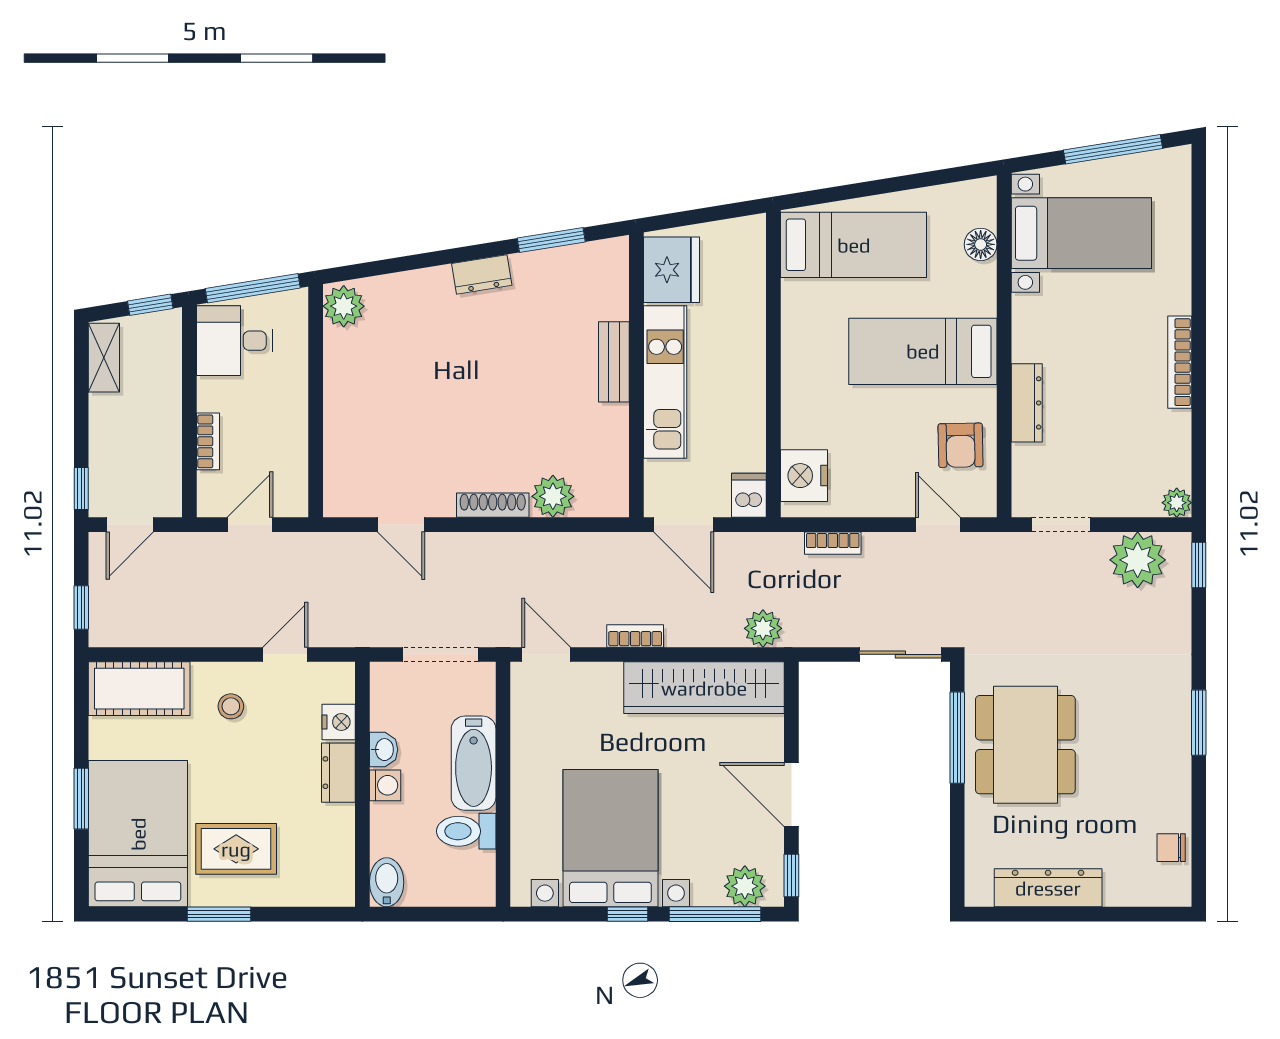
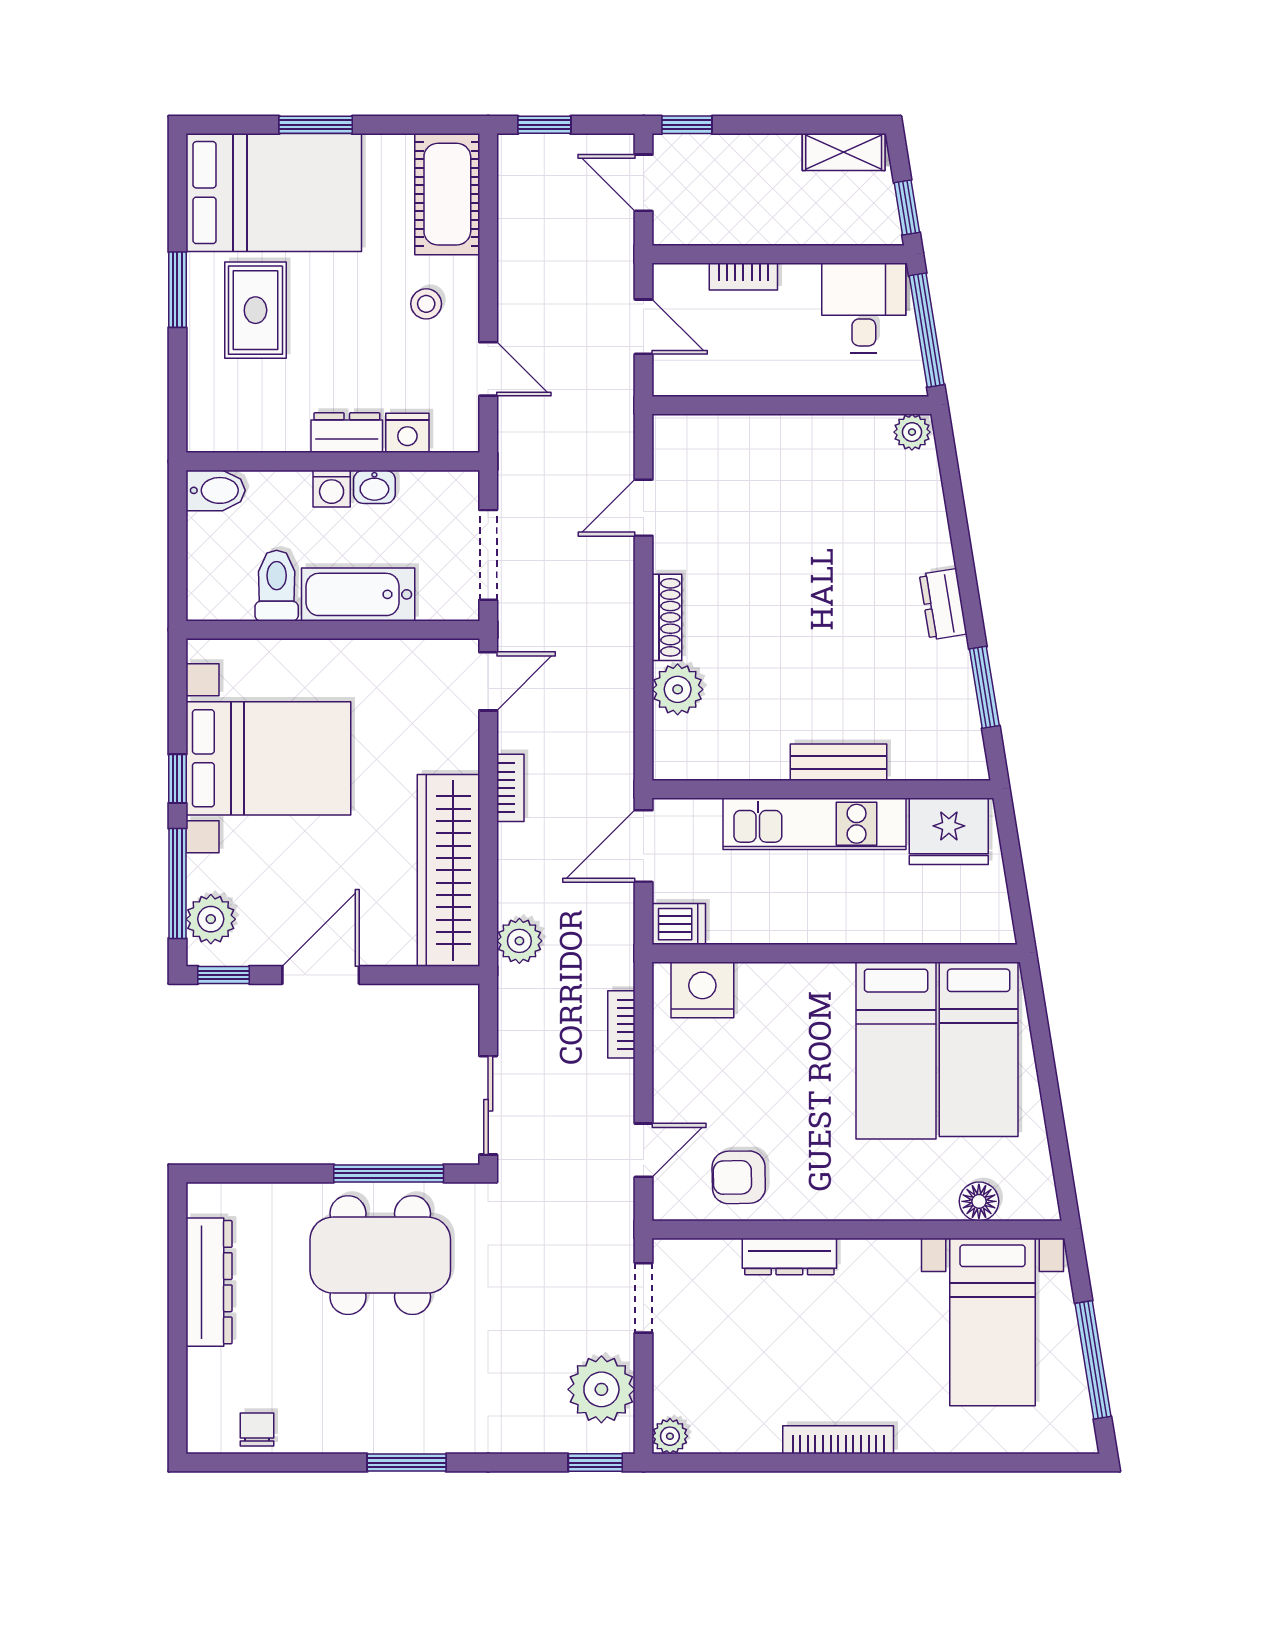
plant: (344, 306) -> (912, 432), width x0.73, depth x0.73
bed: (923, 351) -> (896, 1051), moved, turned 180

